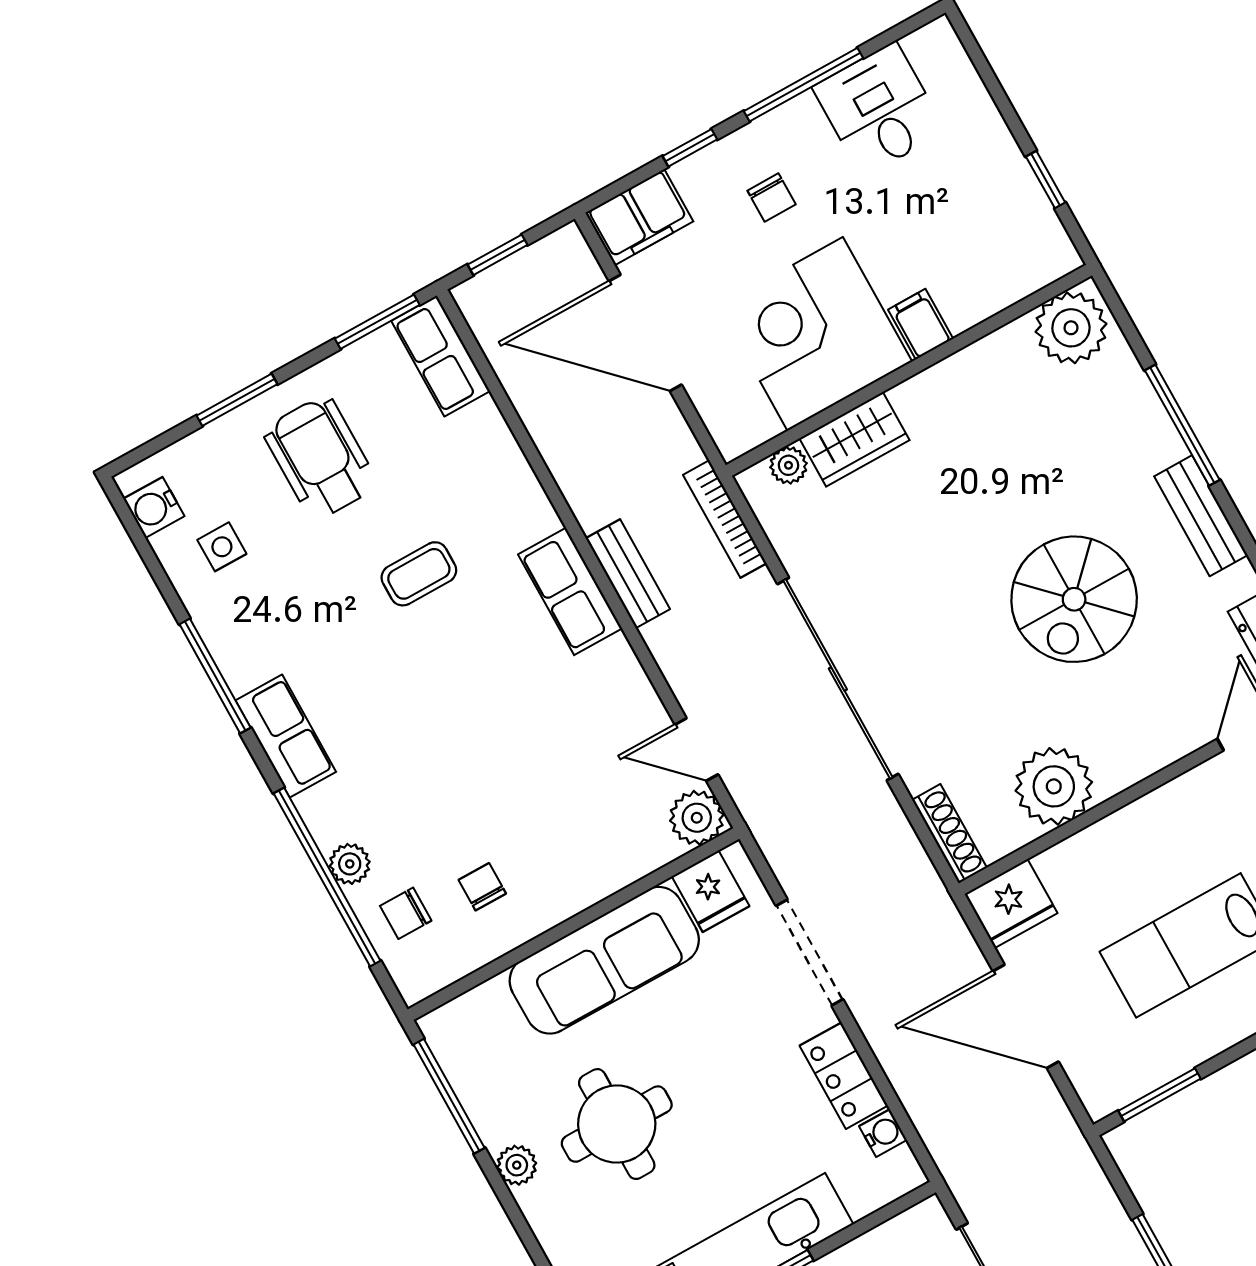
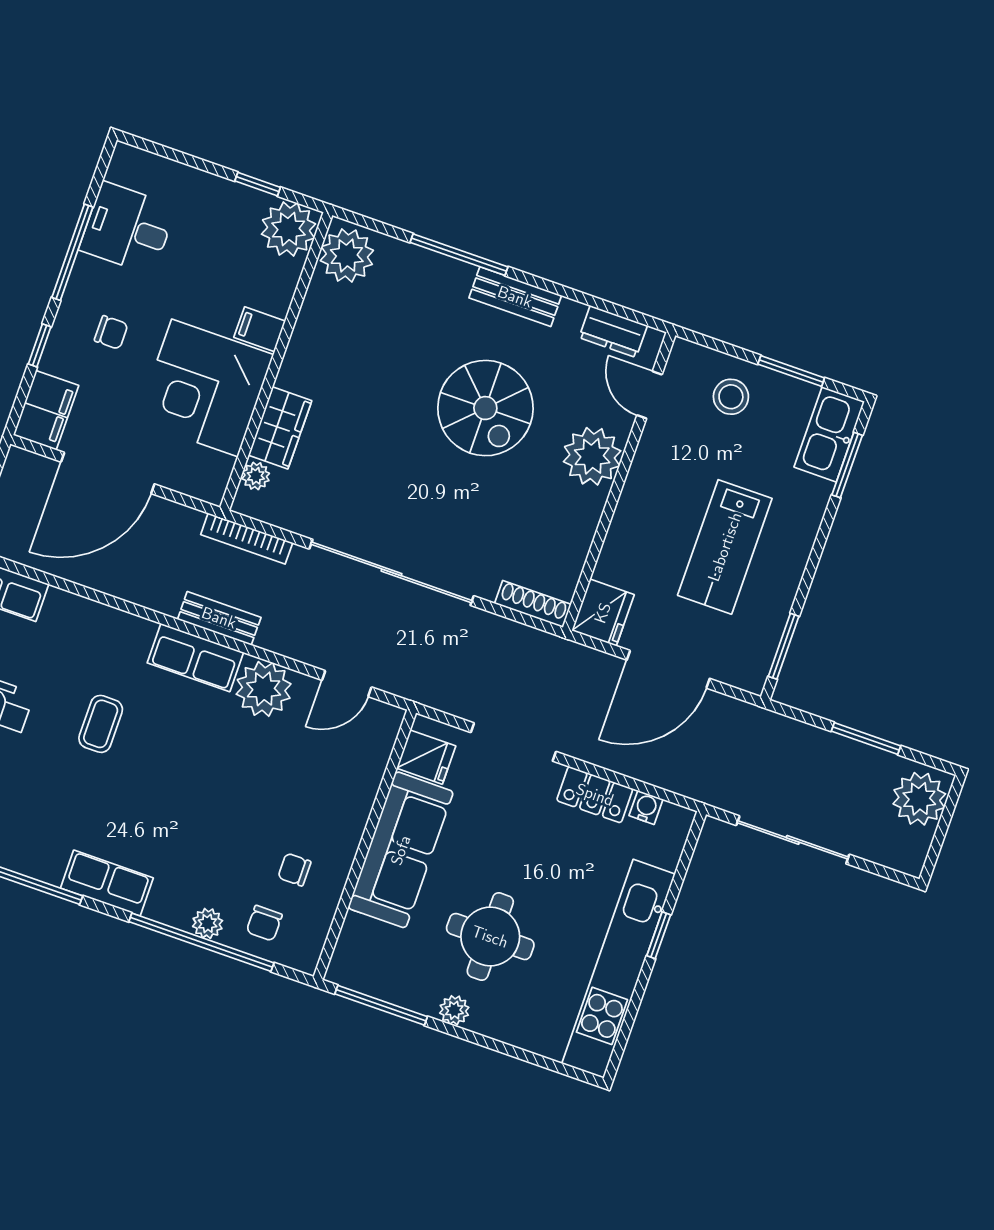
plant: (1037, 251) -> (289, 229), added
plant: (1054, 786) -> (592, 456), moved
plant: (697, 818) -> (264, 689), moved, width x1.36, depth x1.36

